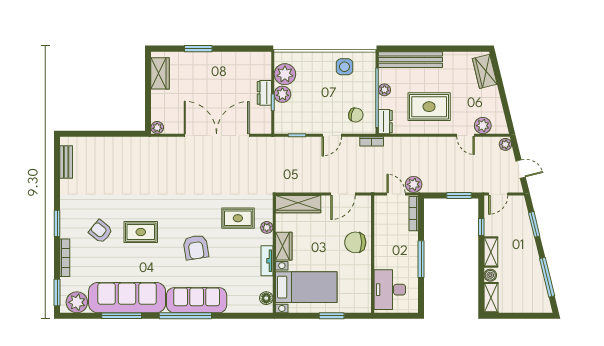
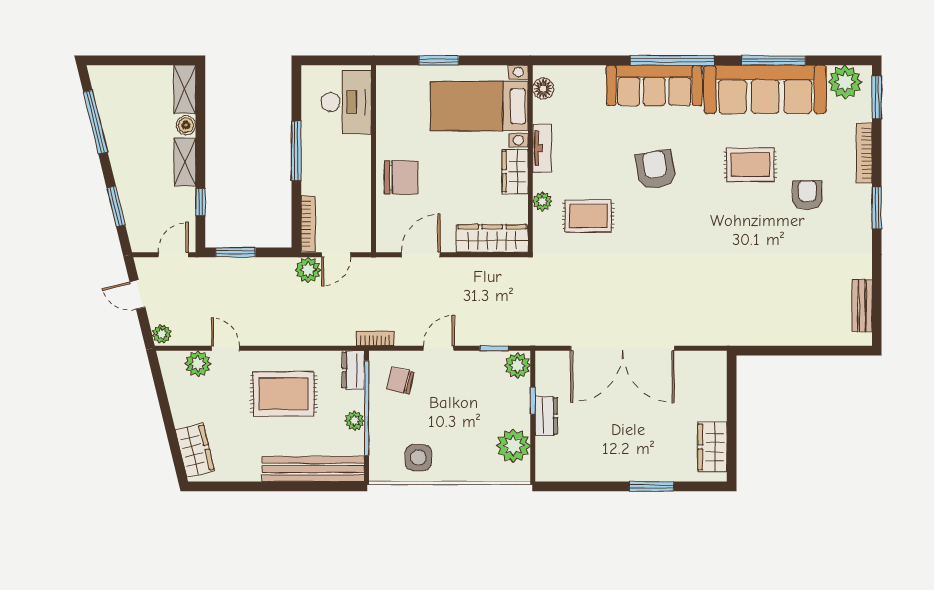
plant: (282, 94) -> (517, 365), moved
plant: (157, 128) -> (717, 361), removed
door: (396, 194) -> (336, 255), hinge flipped
armchair: (101, 231) -> (807, 195), turned -129
rug: (141, 232) -> (750, 165), moved

